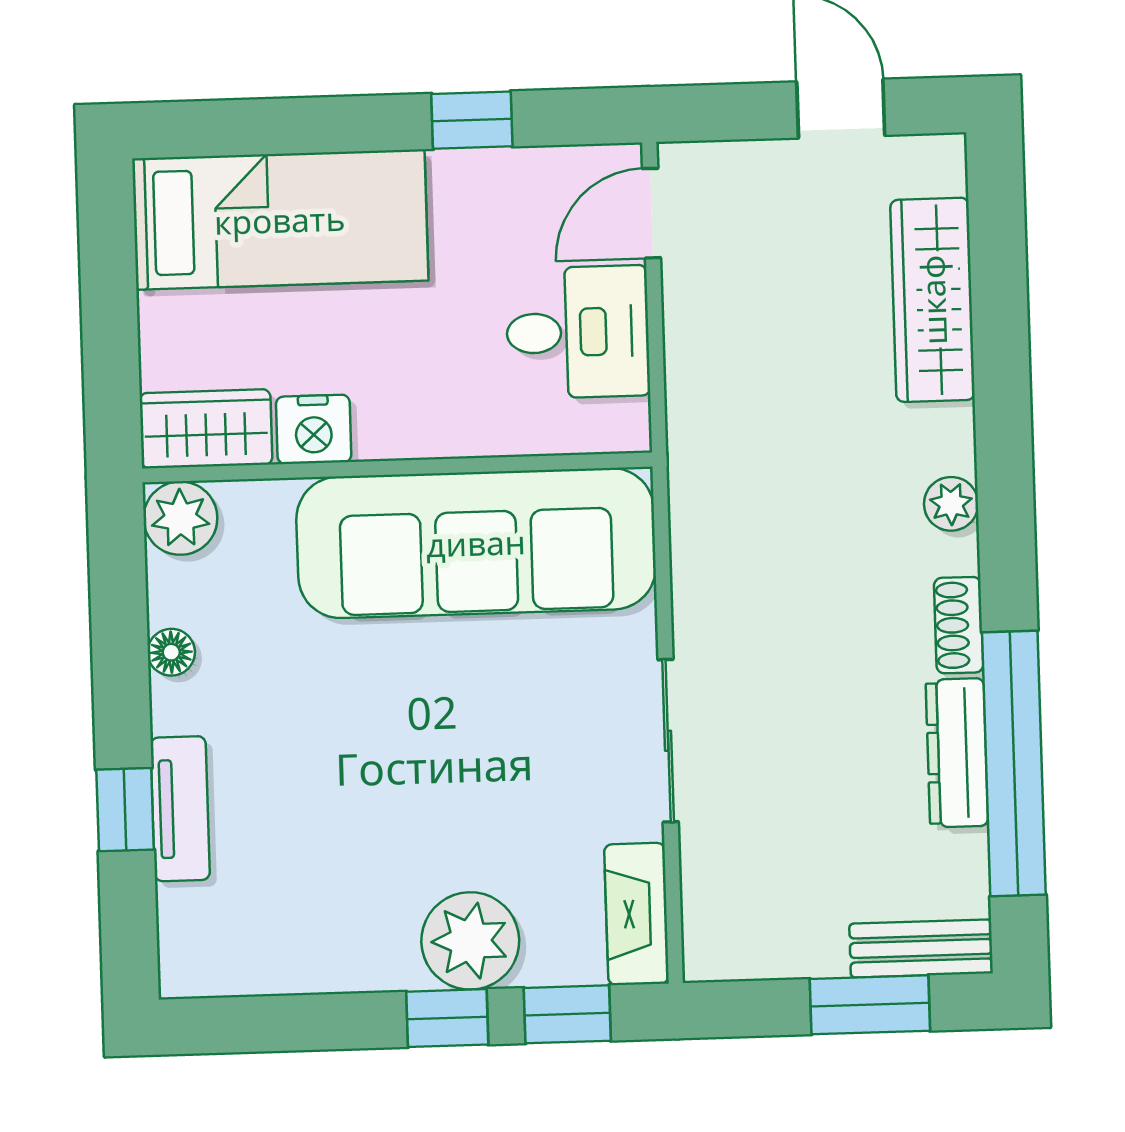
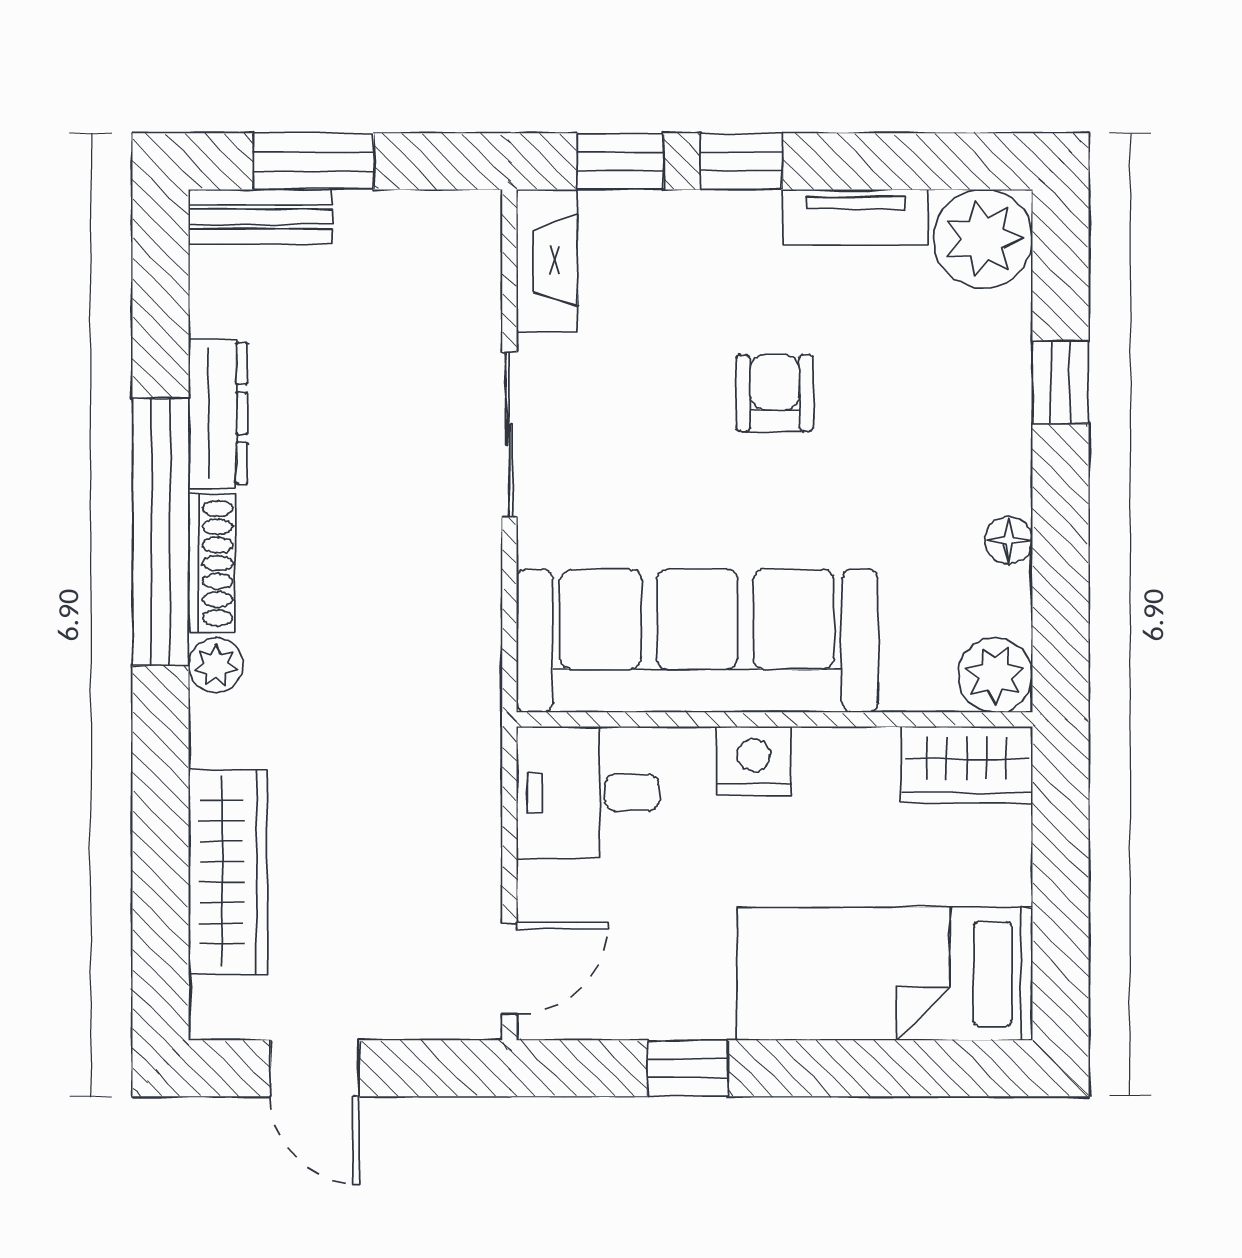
desk: (578, 332) -> (588, 793), moved
nightstand: (314, 429) -> (754, 761), moved
shoe rack: (959, 625) -> (212, 563), width x1.43
window: (1014, 764) -> (161, 532), moved
armchair: (407, 790) -> (775, 393), added
tv unit: (180, 809) -> (855, 217), moved, turned -90
plant: (470, 941) -> (983, 239), moved

